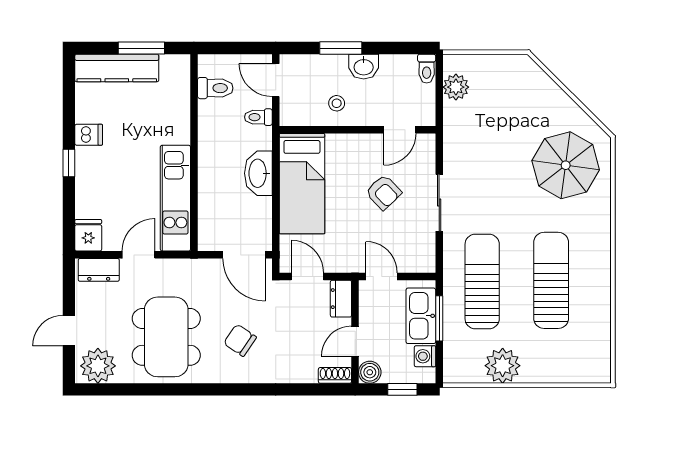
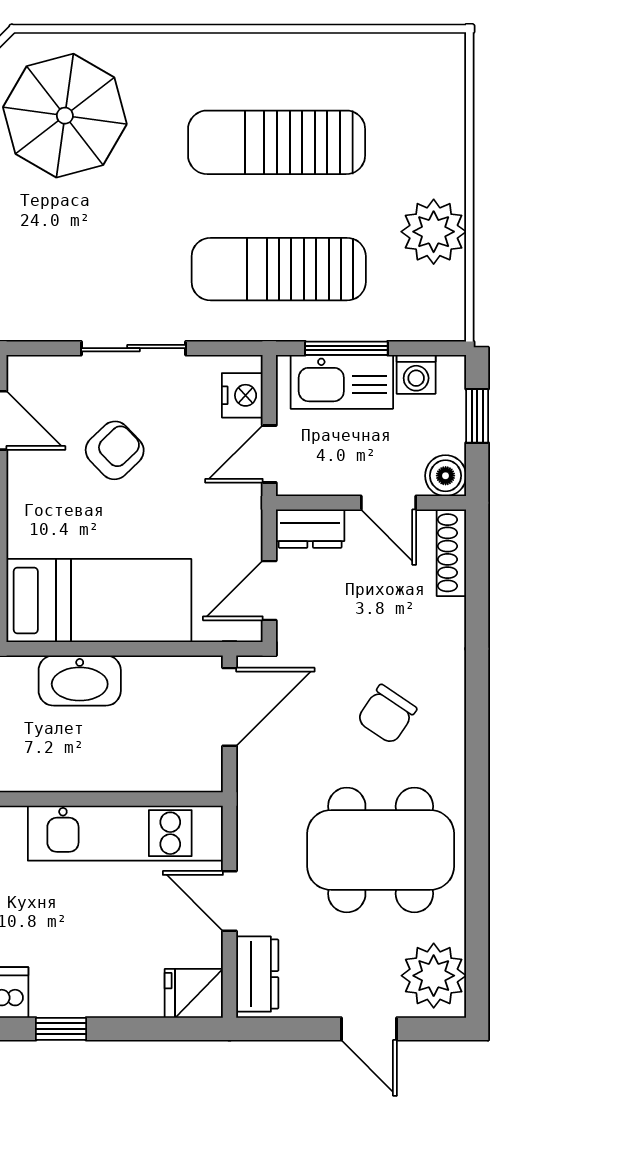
nightstand: (414, 262) -> (242, 395), added
shoe rack: (335, 375) -> (451, 553), width x1.43

